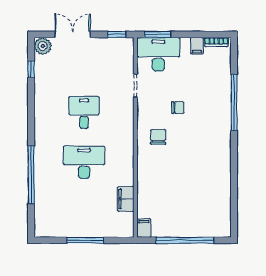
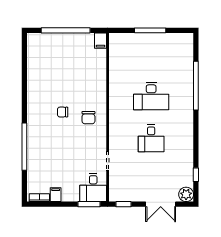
desk: (158, 54) -> (93, 187), width x0.73
chair: (178, 108) -> (63, 112), moved
filing cabinet: (126, 199) -> (116, 65), removed

